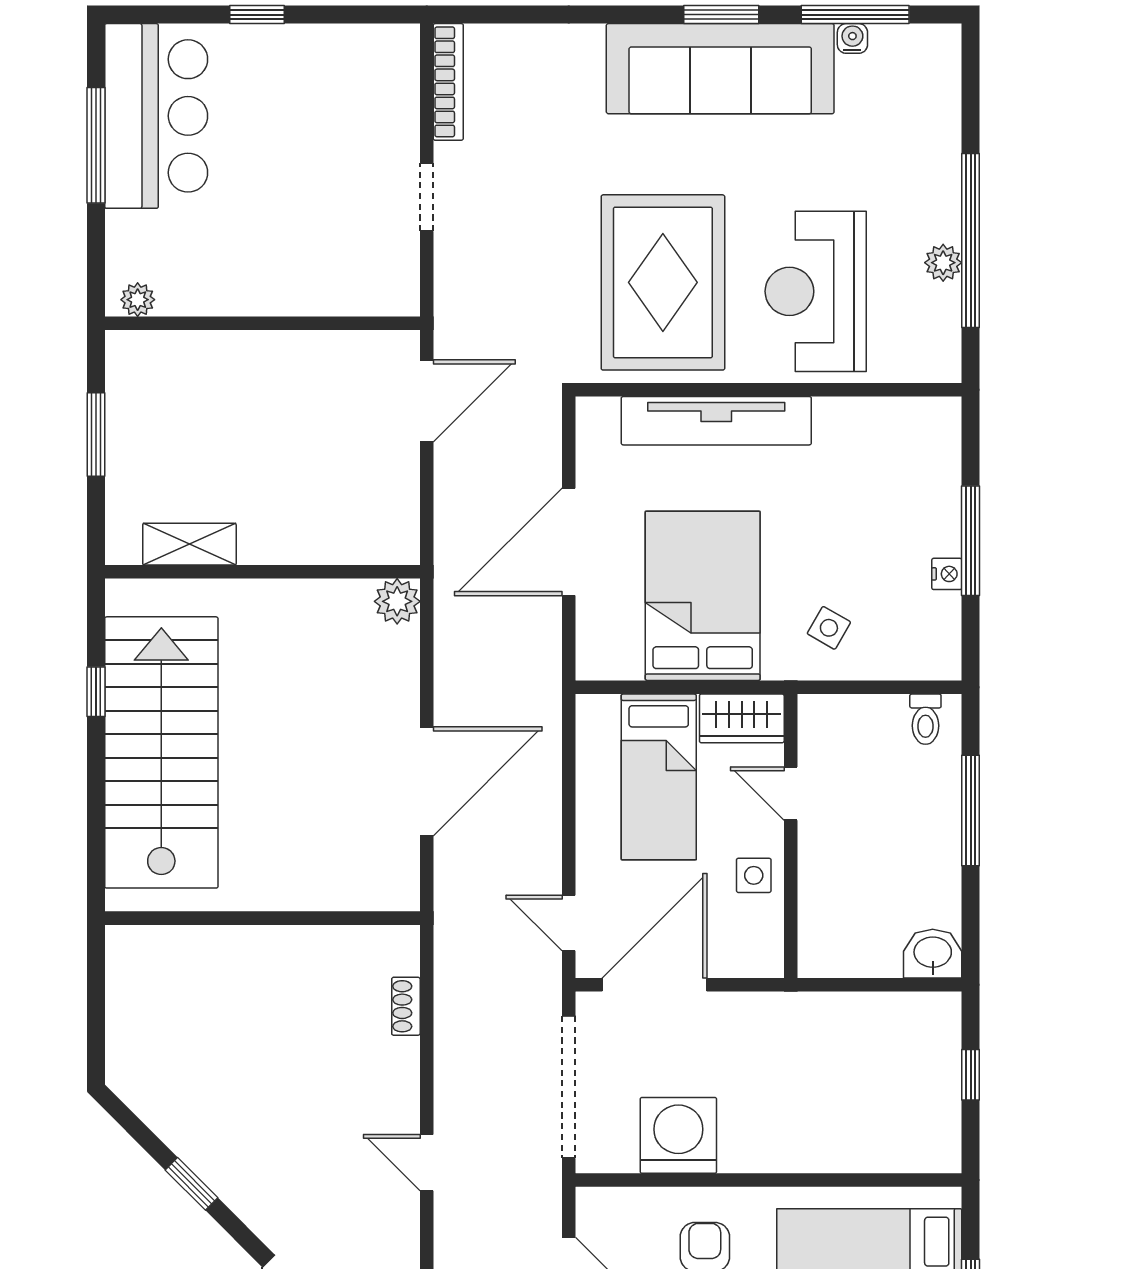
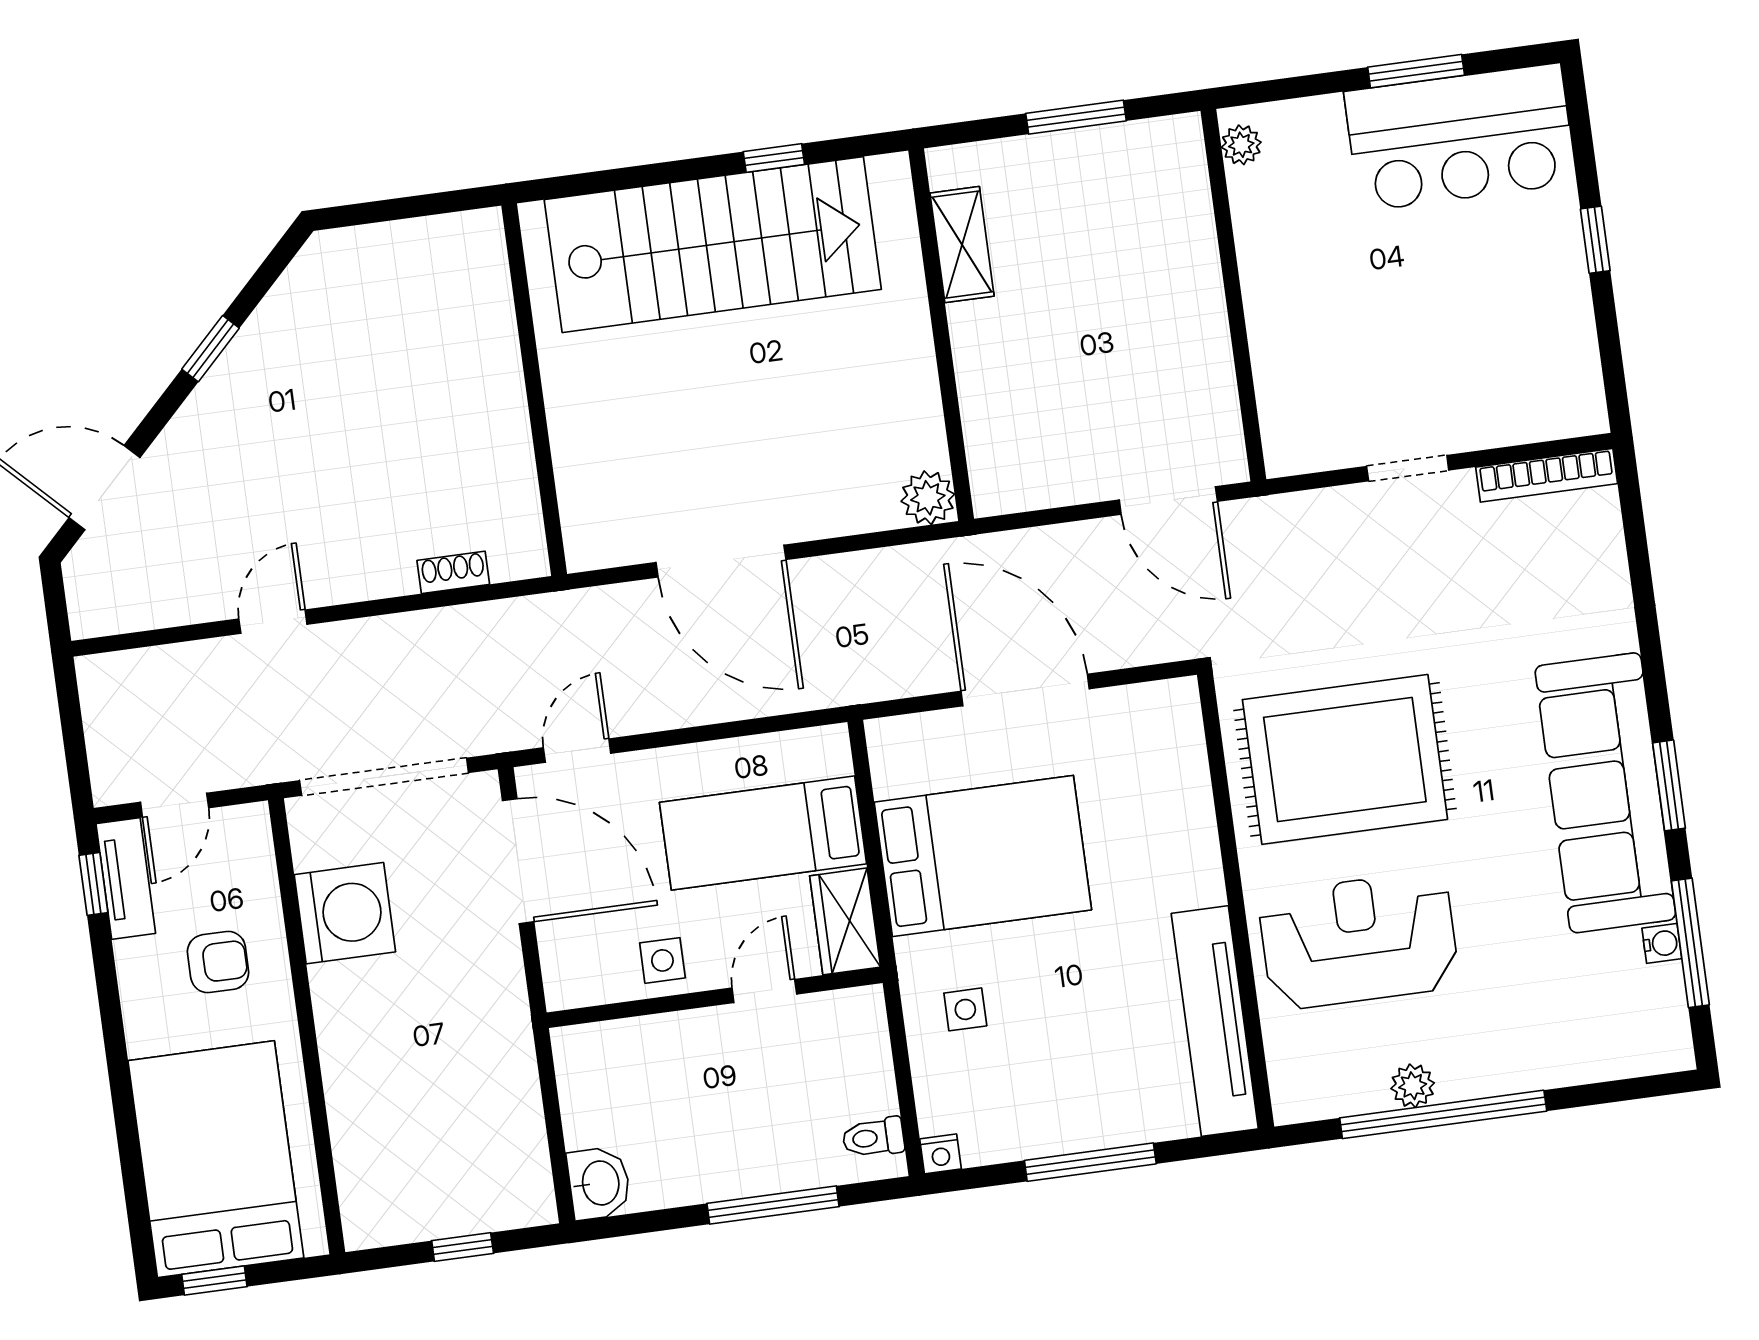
window: (96, 145) -> (1416, 71), width x0.69
tv unit: (716, 421) -> (1215, 1021), moved
nightstand: (947, 574) -> (941, 1154), moved
side table: (829, 628) -> (965, 1009), turned -30

